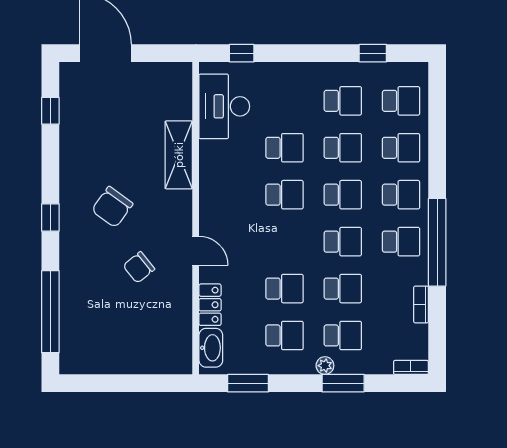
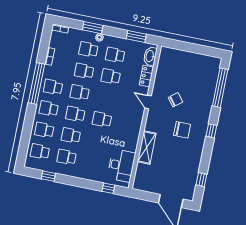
school desk: (285, 148) -> (98, 141), removed
chair: (112, 207) -> (182, 130), turned 54

